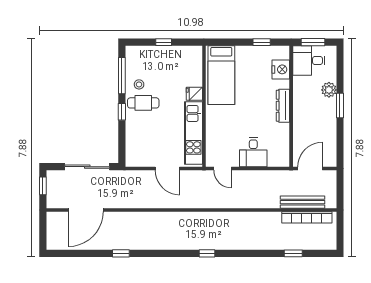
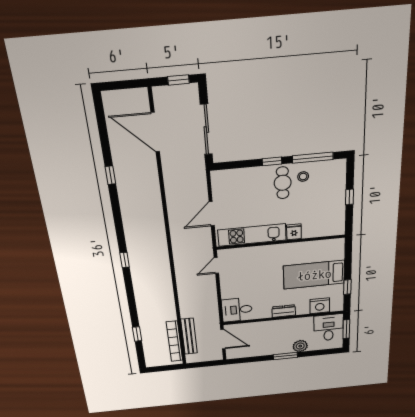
bed: (221, 75) -> (314, 275), moved
dresser: (283, 106) -> (284, 311), width x0.70
desk: (253, 152) -> (237, 310), moved

